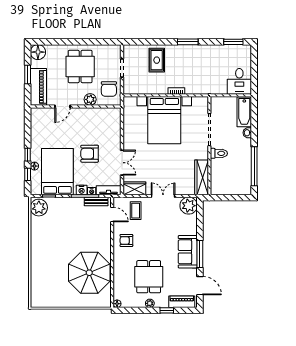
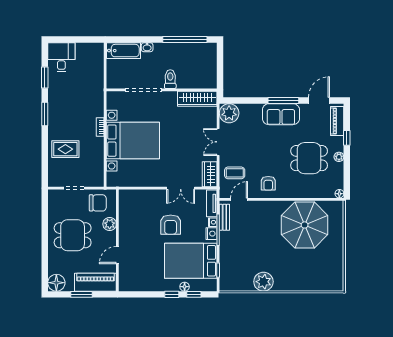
window: (233, 42) -> (45, 77), moved
desk: (239, 81) -> (61, 57), moved, turned -90
door: (62, 106) -> (117, 255), swing flipped
double door: (122, 163) -> (181, 188), swing flipped
plant: (39, 208) -> (263, 282), moved

